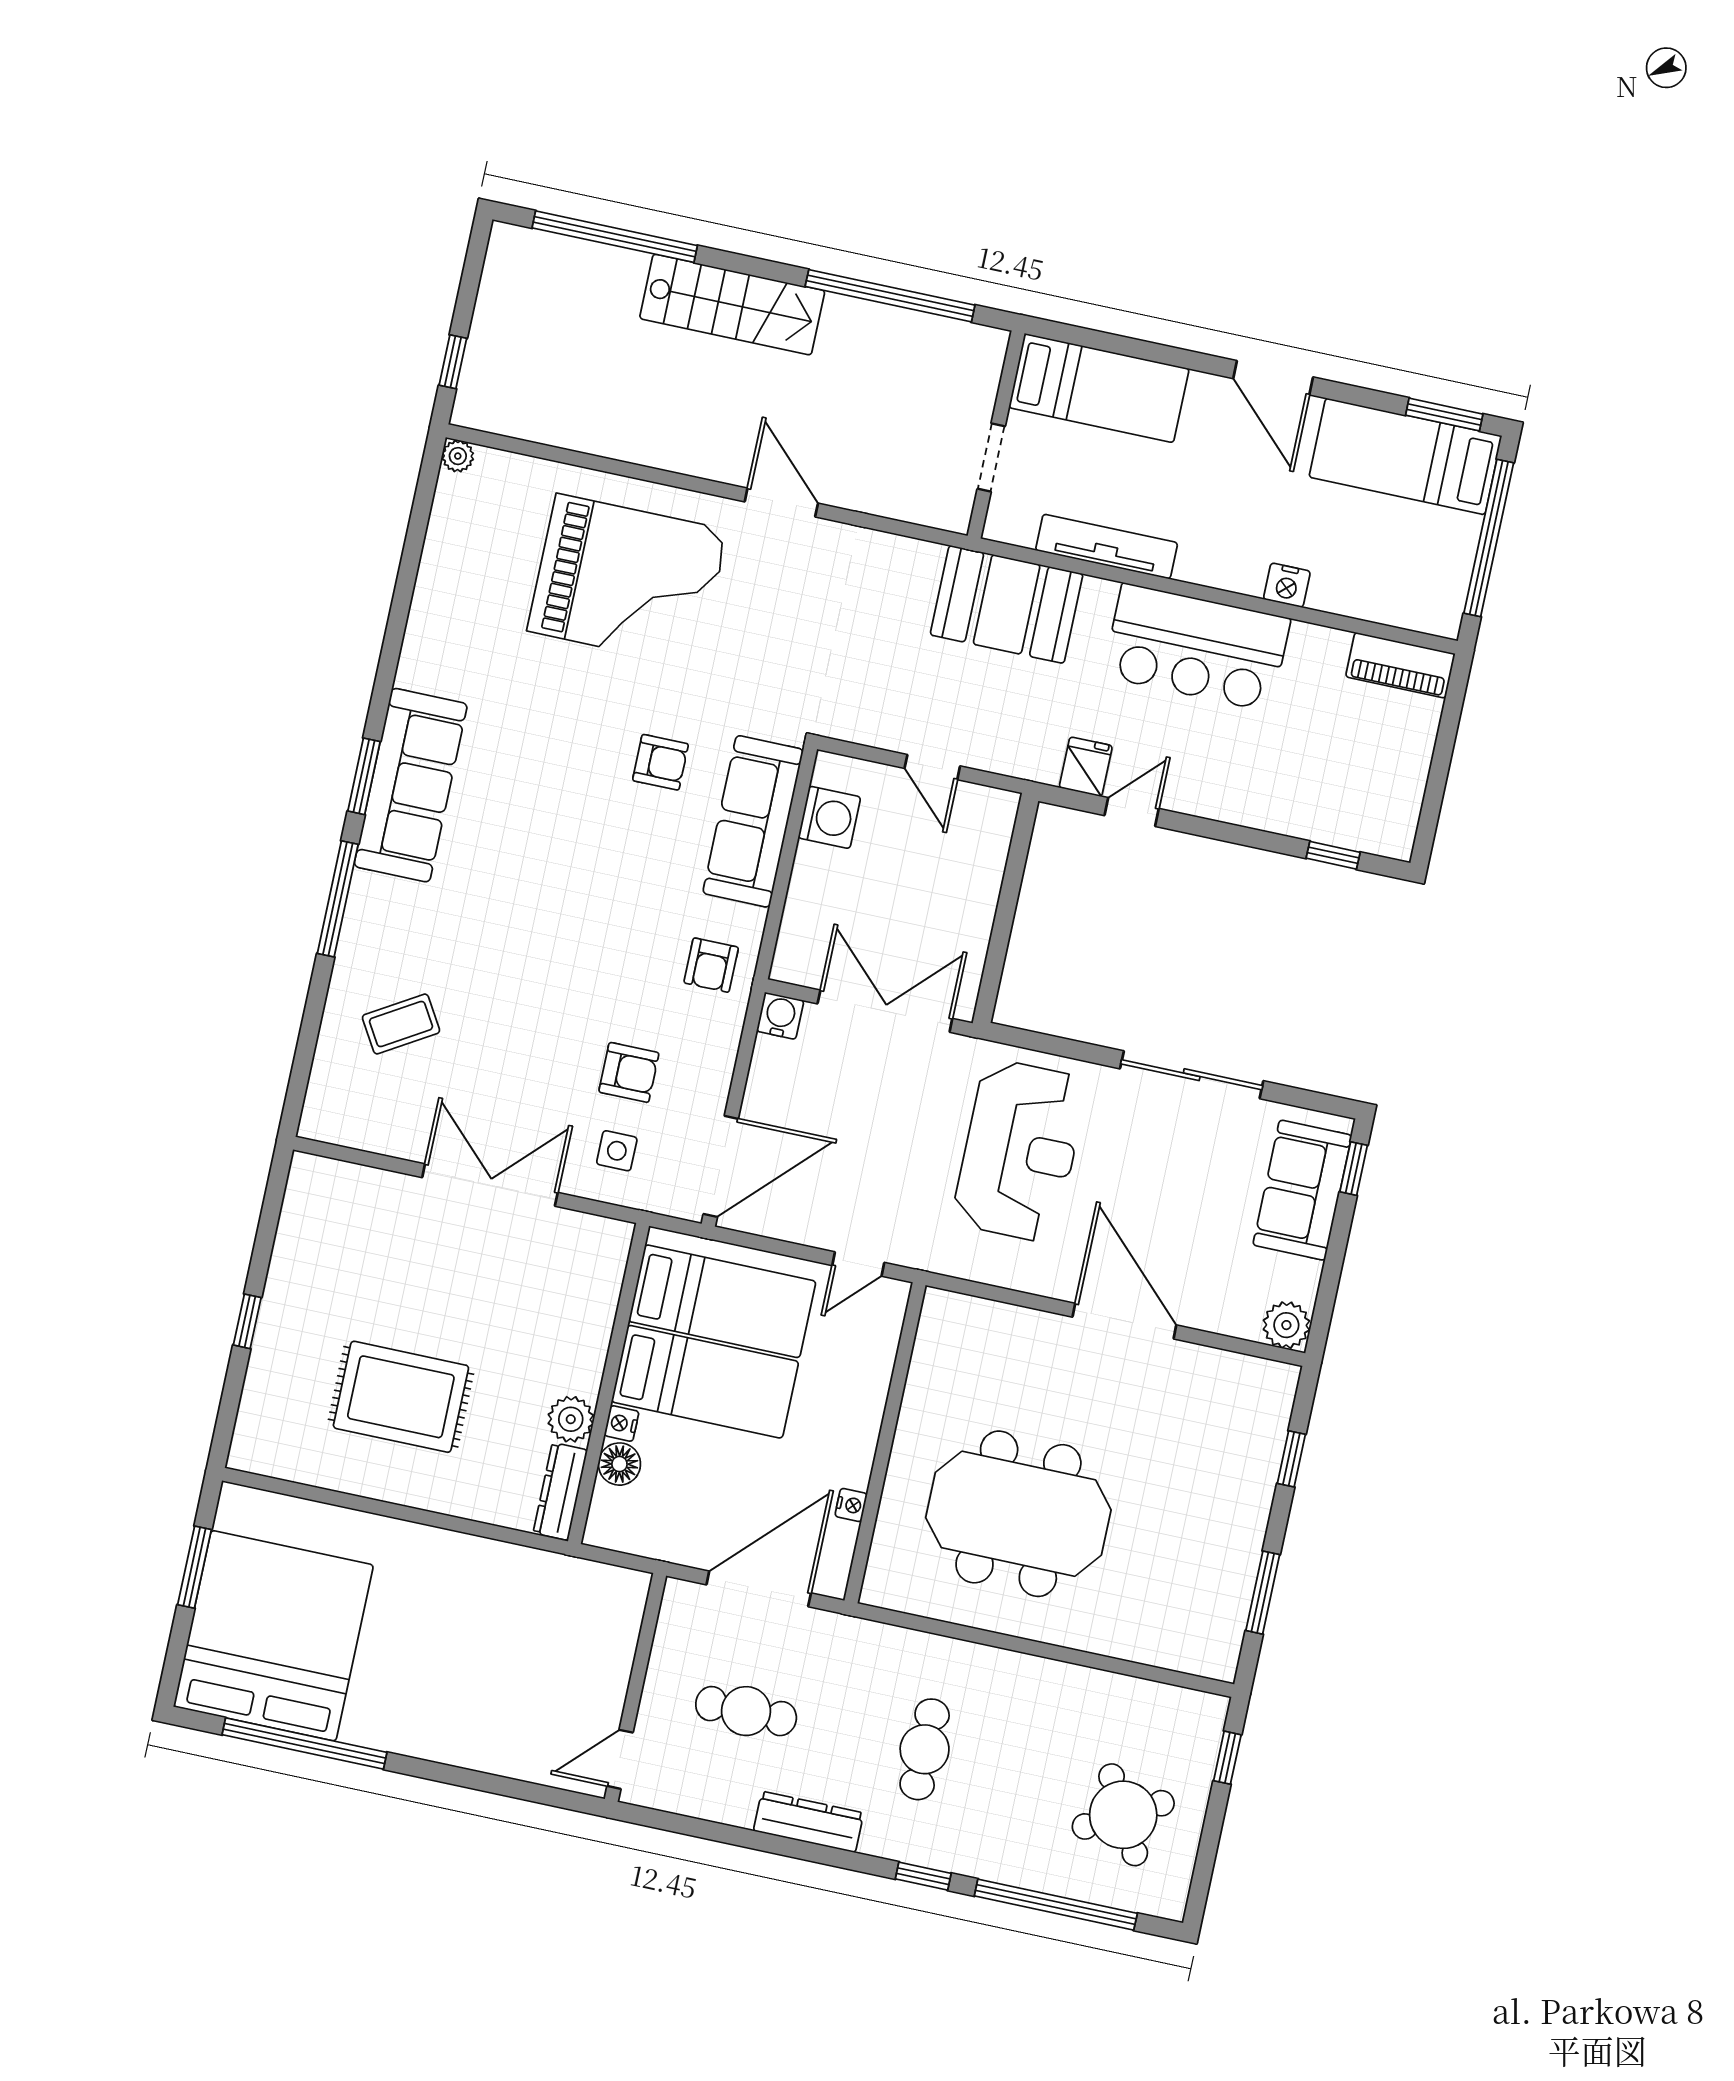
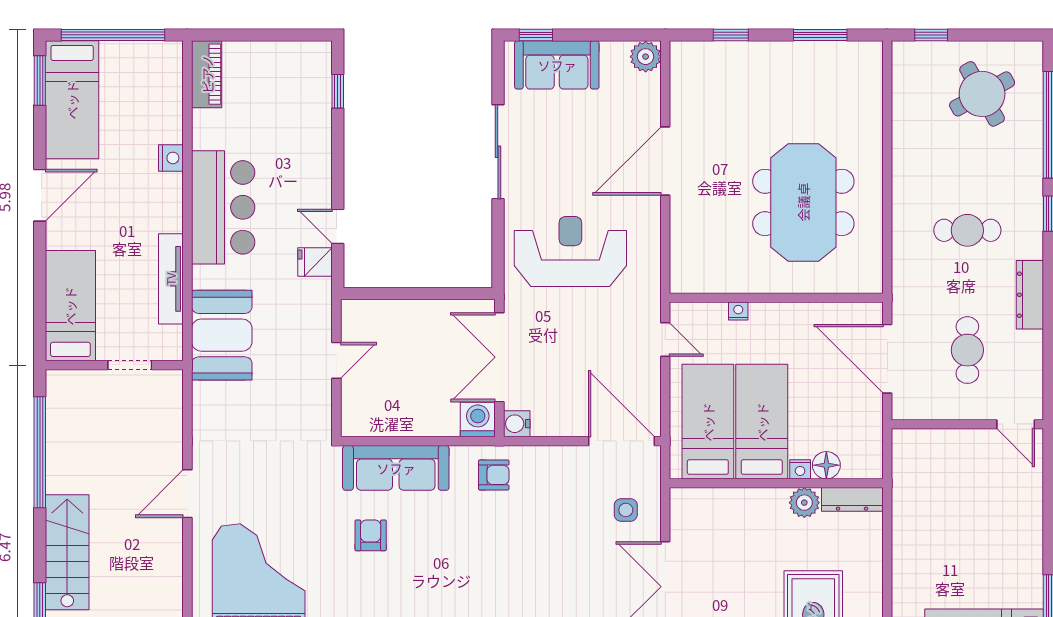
washing machine: (829, 817) -> (478, 419), moved
armchair: (629, 1072) -> (574, 513), removed
nightstand: (851, 1505) -> (738, 311), moved

